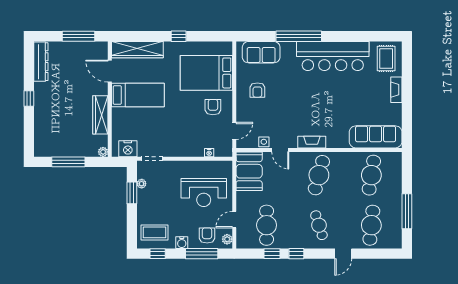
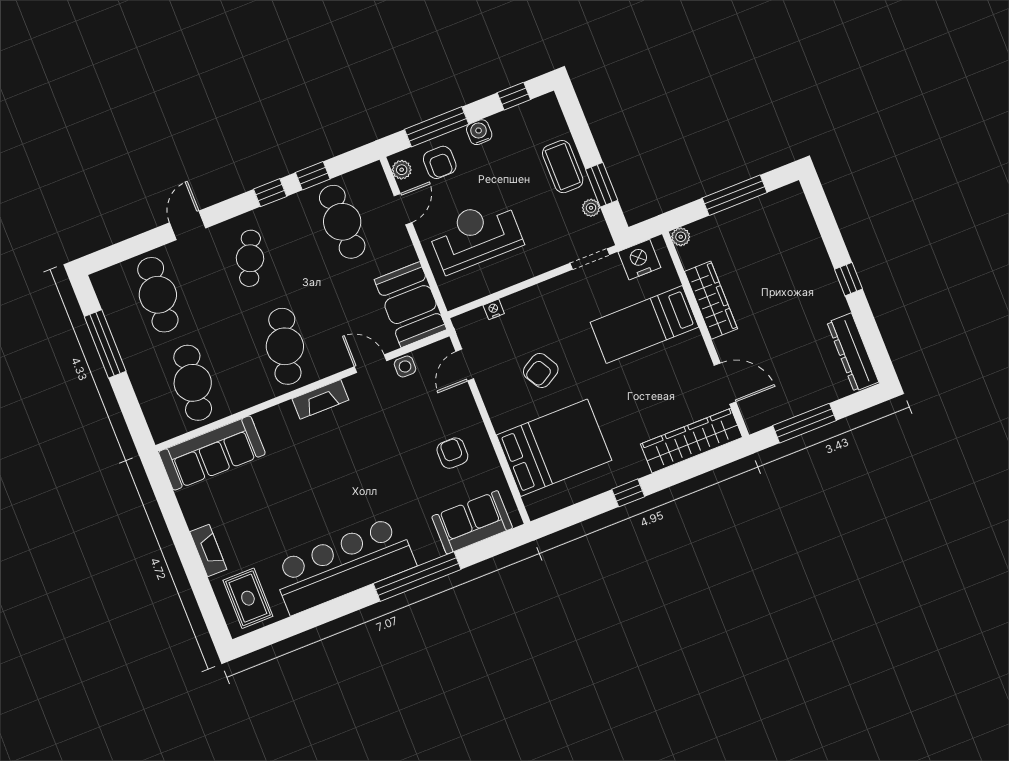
bed: (138, 95) -> (644, 325), moved
armchair: (213, 107) -> (541, 370), moved, turned 60
cafe table: (319, 225) -> (250, 258), turned 42
coffee table: (155, 232) -> (563, 167), moved, turned 90

